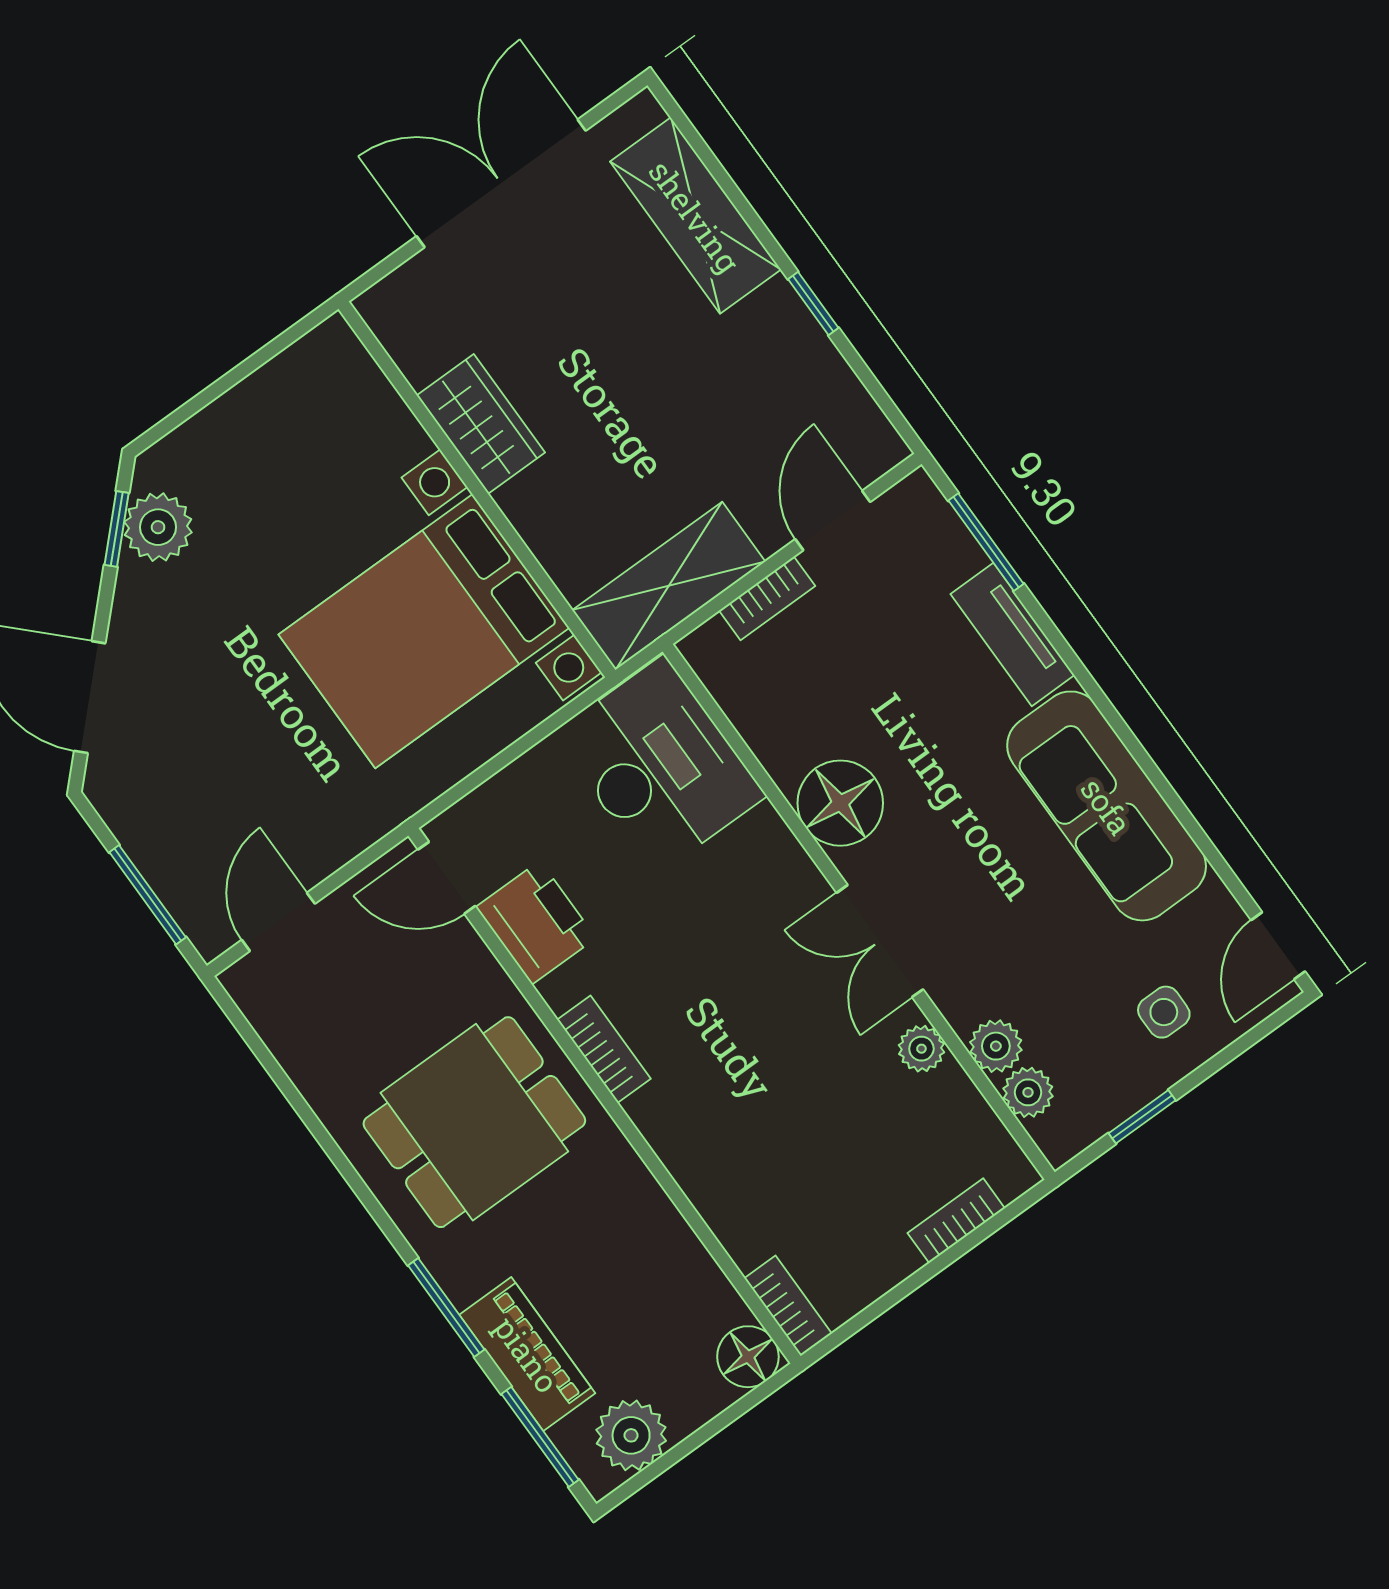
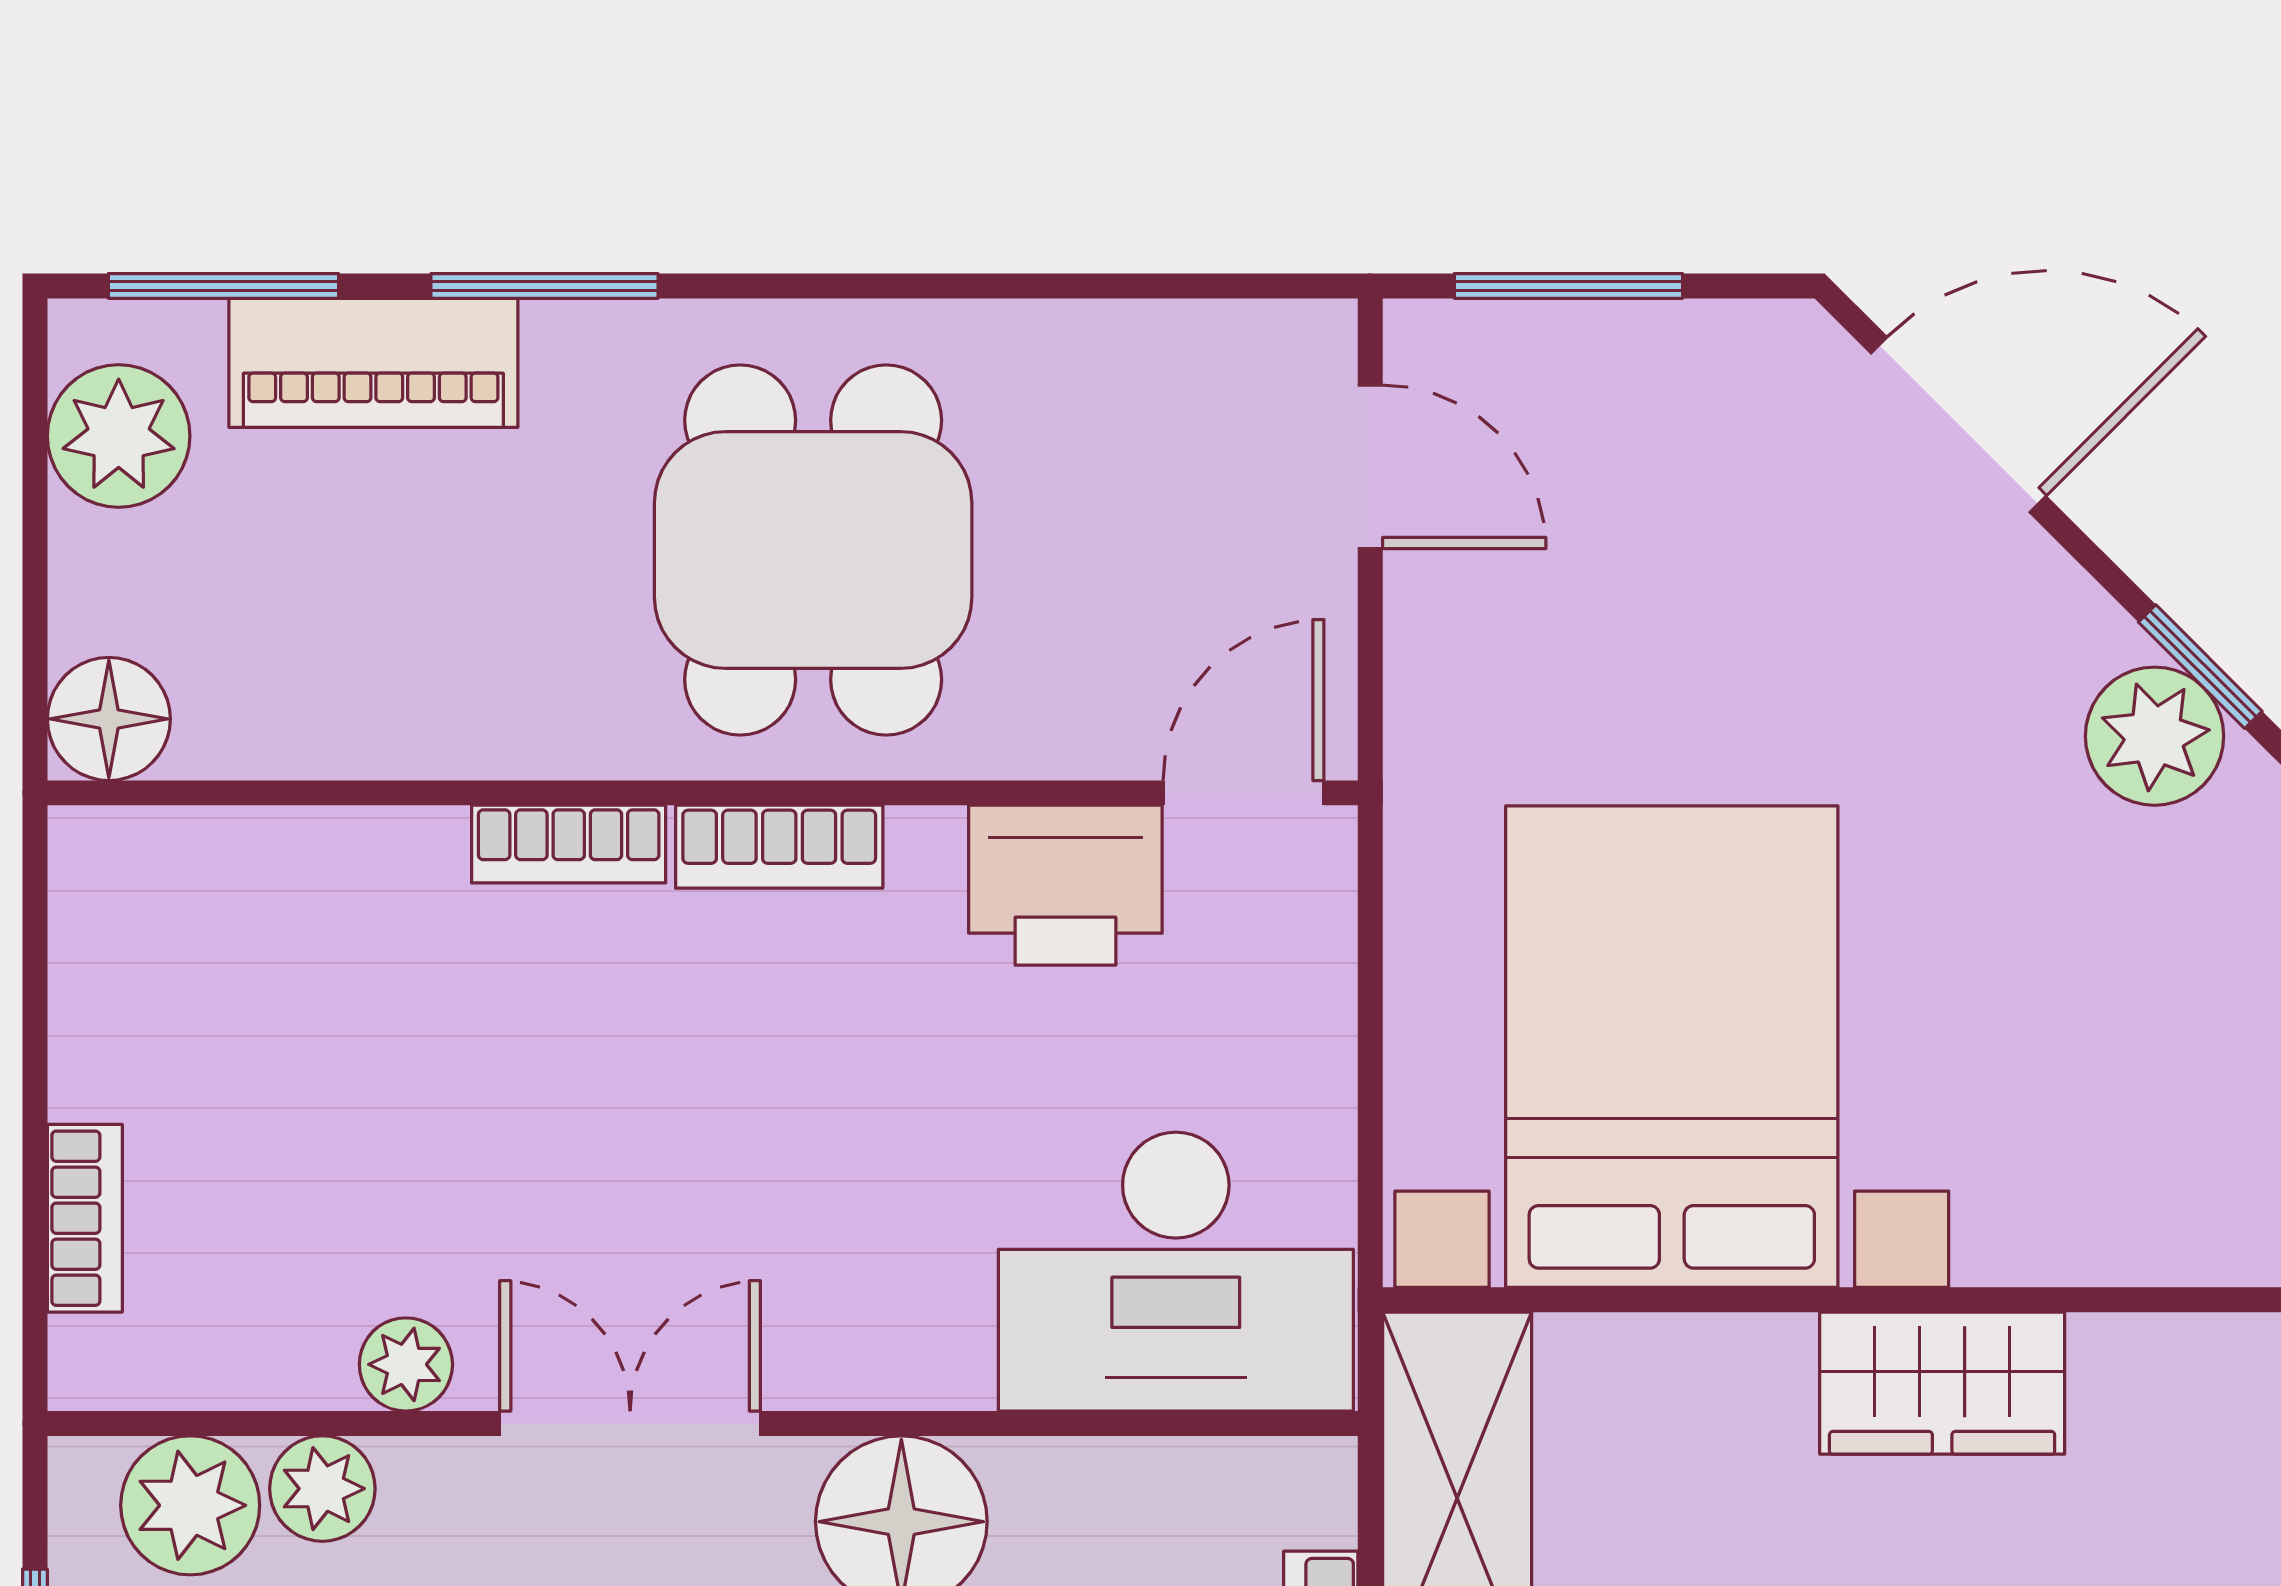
plant: (1028, 1092) -> (190, 1505), width x1.38, depth x1.38
bookcase: (788, 1306) -> (569, 844), moved

